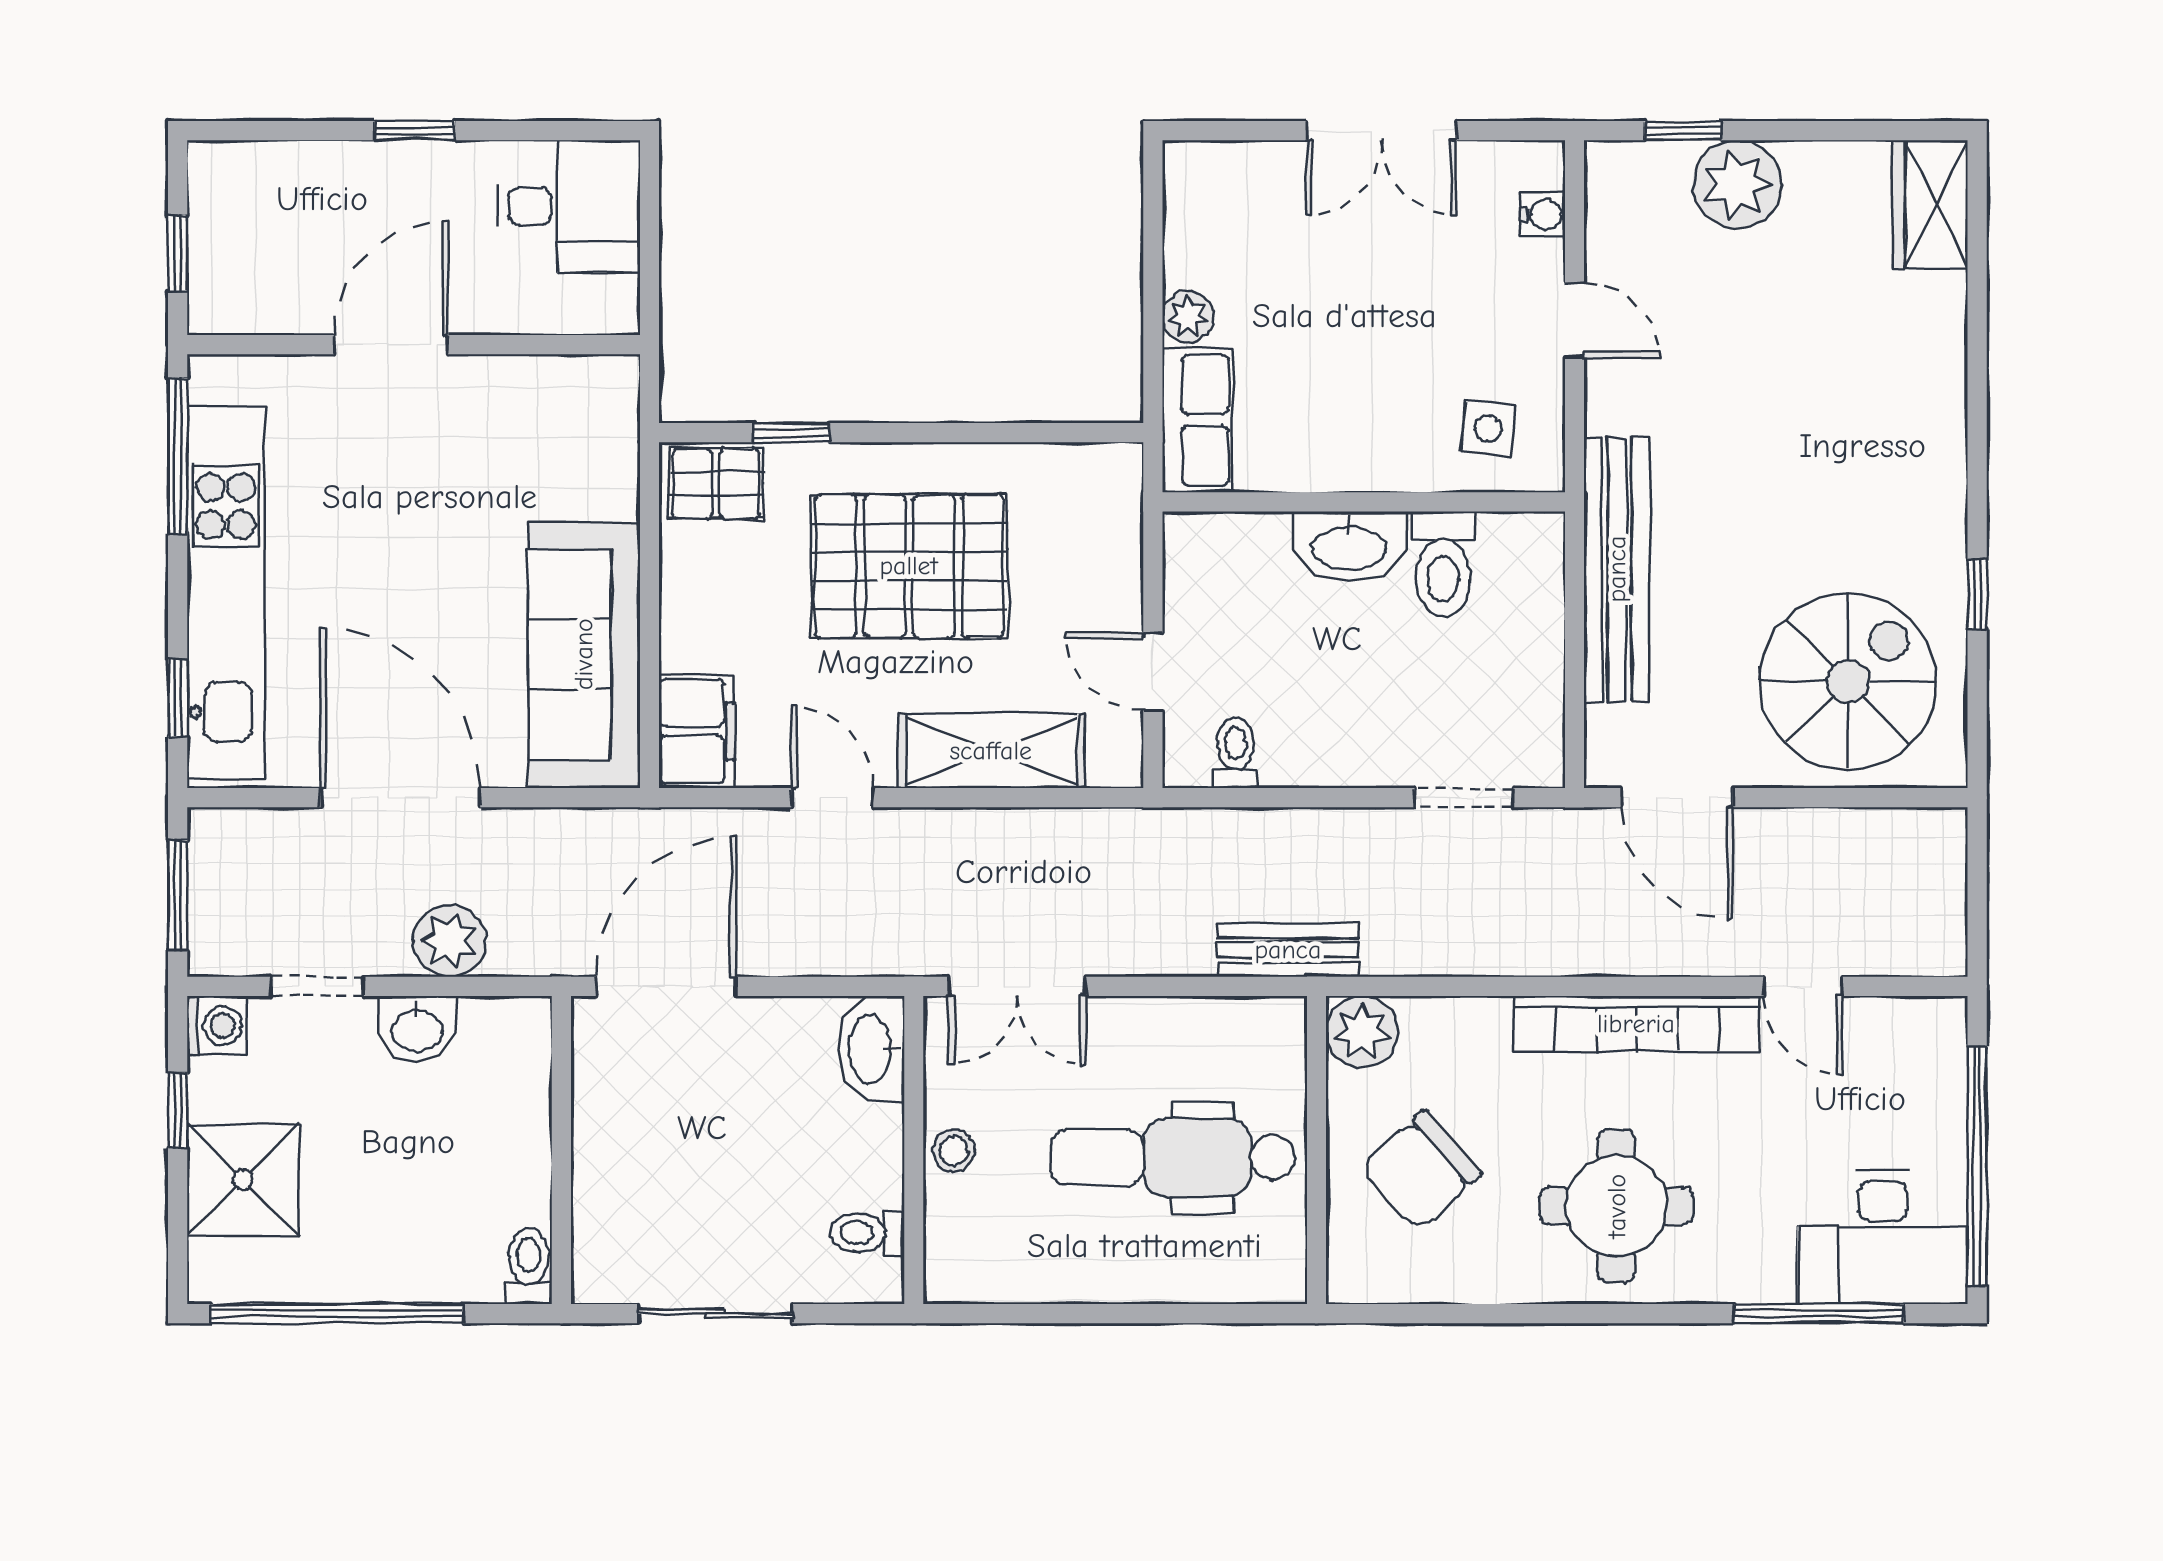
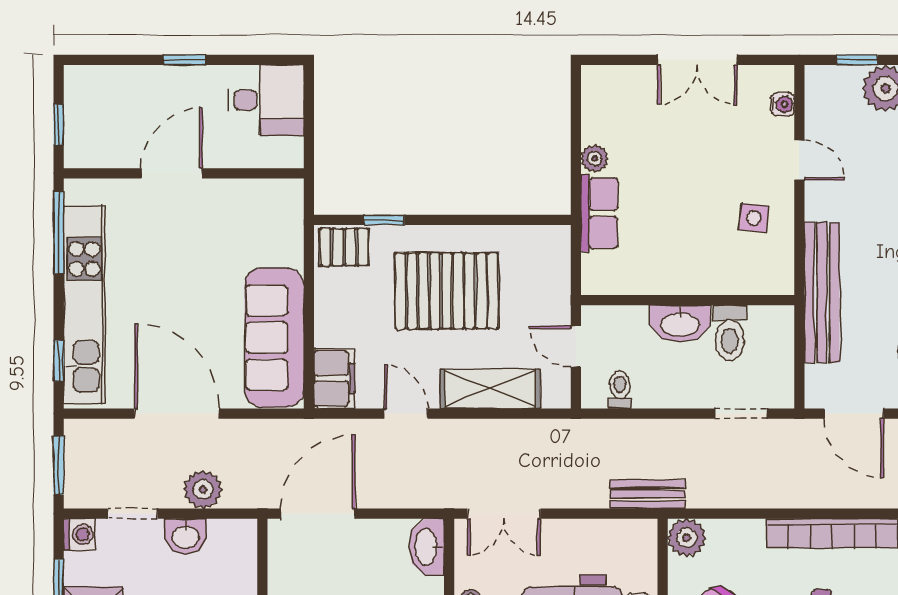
wall: (1364, 502) -> (688, 300), moved
washbasin: (1349, 546) -> (680, 324), moved
toilet: (1443, 564) -> (730, 333), moved

